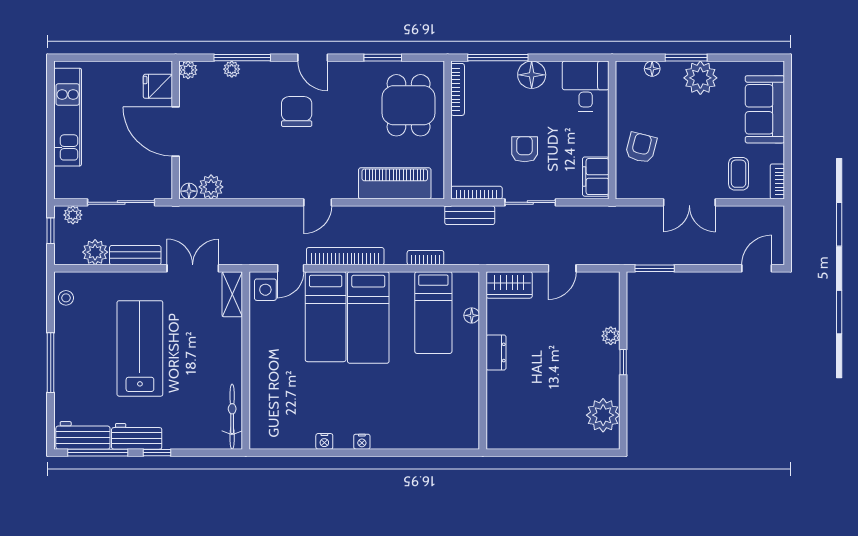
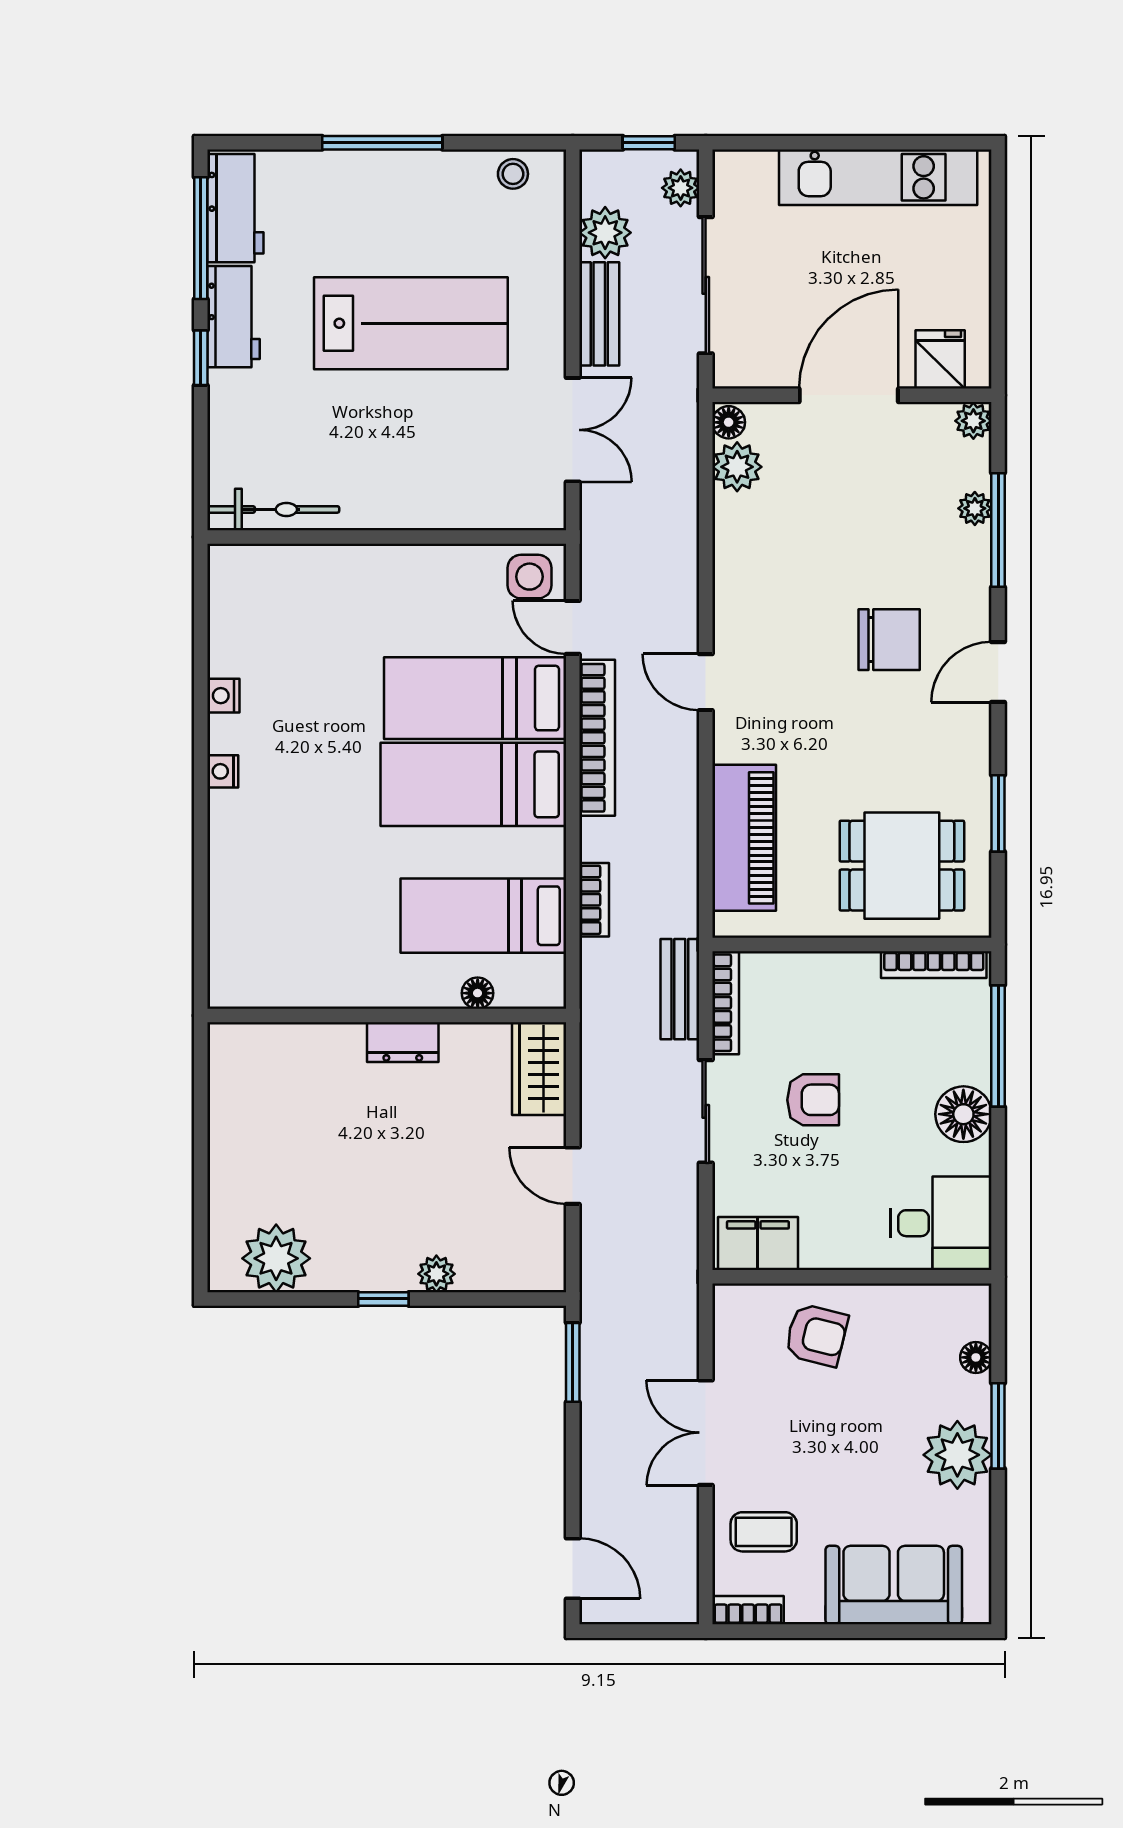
shelving: (232, 294) -> (520, 510), removed

